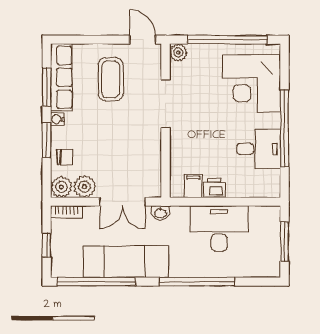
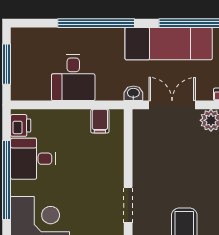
doorway: (166, 104) -> (128, 205), width x0.73
printer: (214, 188) -> (21, 125), moved, turned -90
desk: (219, 229) -> (73, 77), width x0.73

